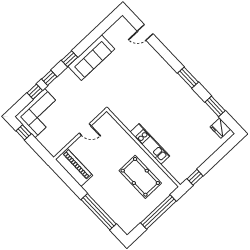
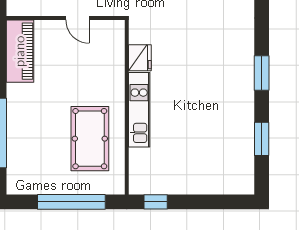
fridge: (220, 128) -> (140, 58), moved, turned 180

